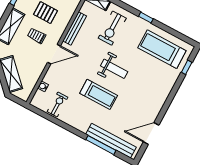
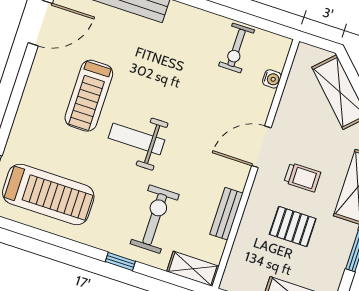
window: (146, 18) -> (120, 261), moved
bench: (75, 28) -> (226, 214), width x0.73
treadmill: (99, 94) -> (89, 96), moved, turned -90

